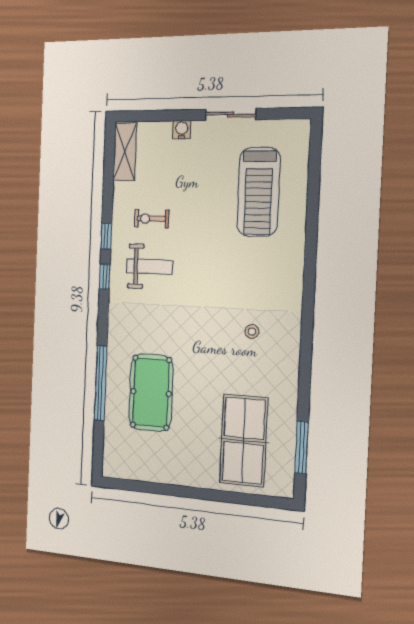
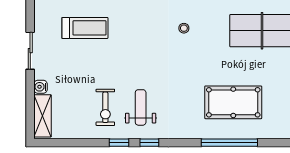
shelving: (125, 152) -> (43, 116), moved, turned 90
treadmill: (258, 192) -> (85, 28), width x0.73, depth x0.73
exercise bike: (152, 219) -> (105, 107), width x1.38, depth x1.39

